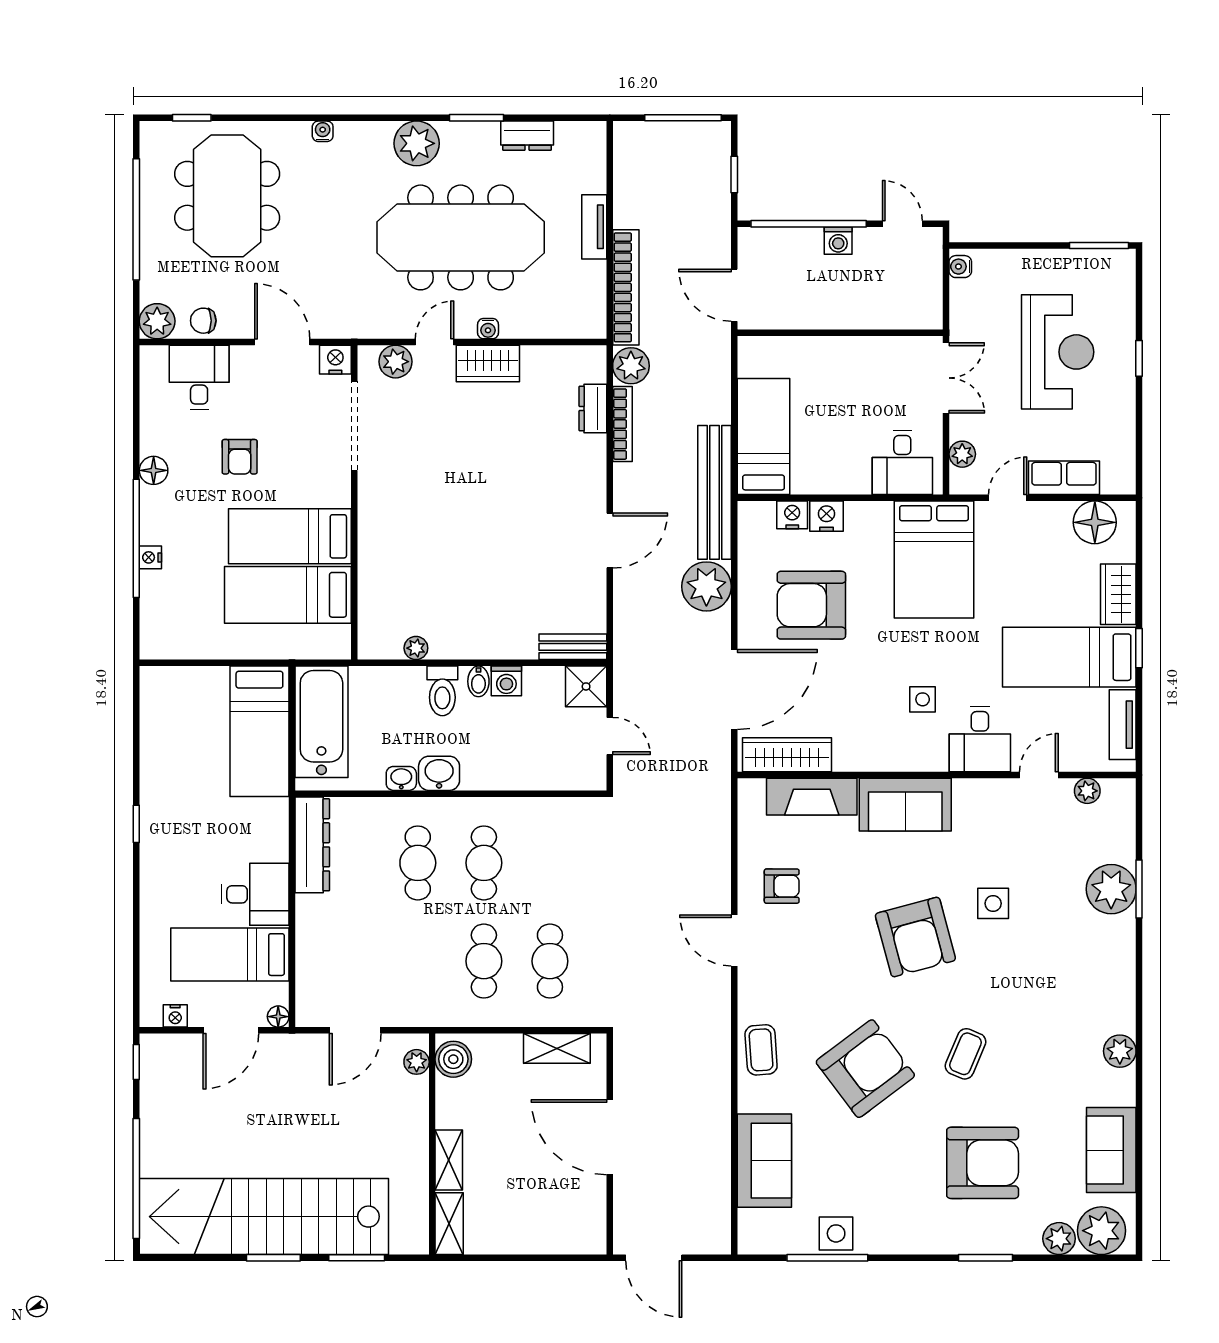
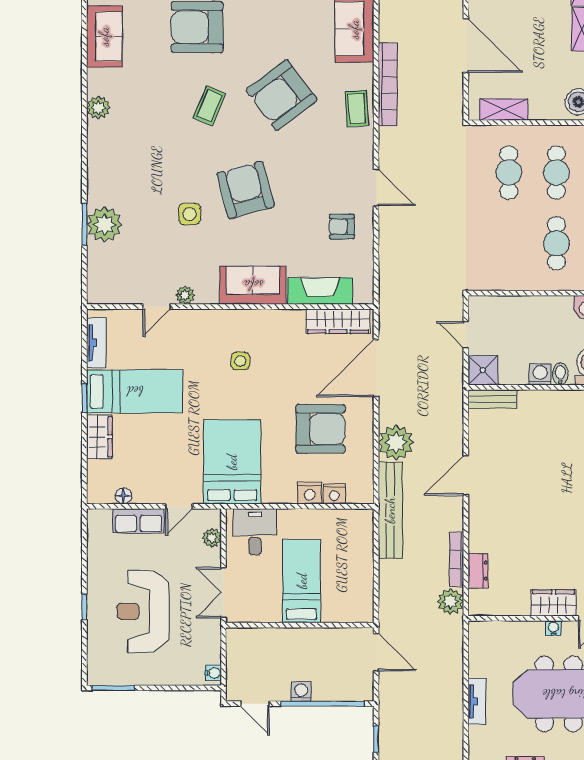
bookcase: (626, 287) -> (388, 85), moved, turned 180
bed: (764, 437) -> (302, 581), moved, turned 180
floor lamp: (1095, 522) -> (124, 496), width x0.53, depth x0.53
desk: (980, 739) -> (199, 332), removed
plant: (1087, 791) -> (185, 295), moved

